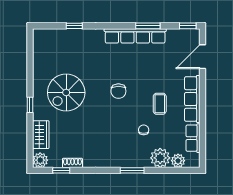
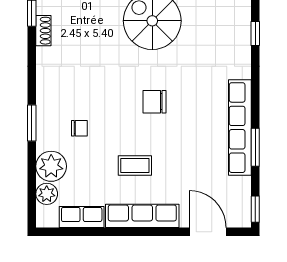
chair: (144, 130) -> (79, 128), moved

